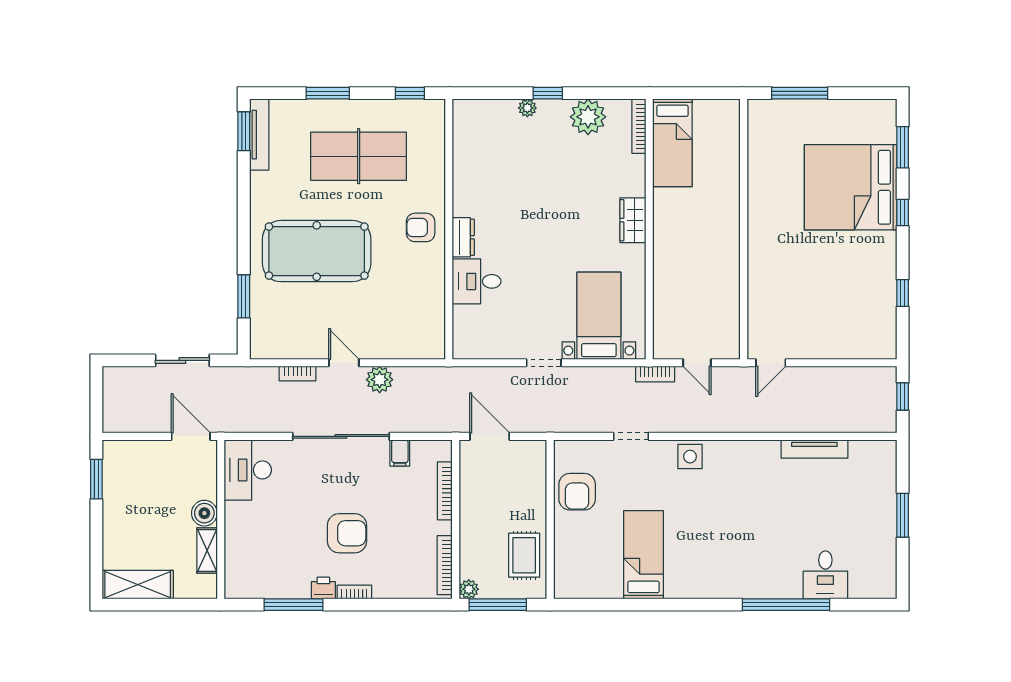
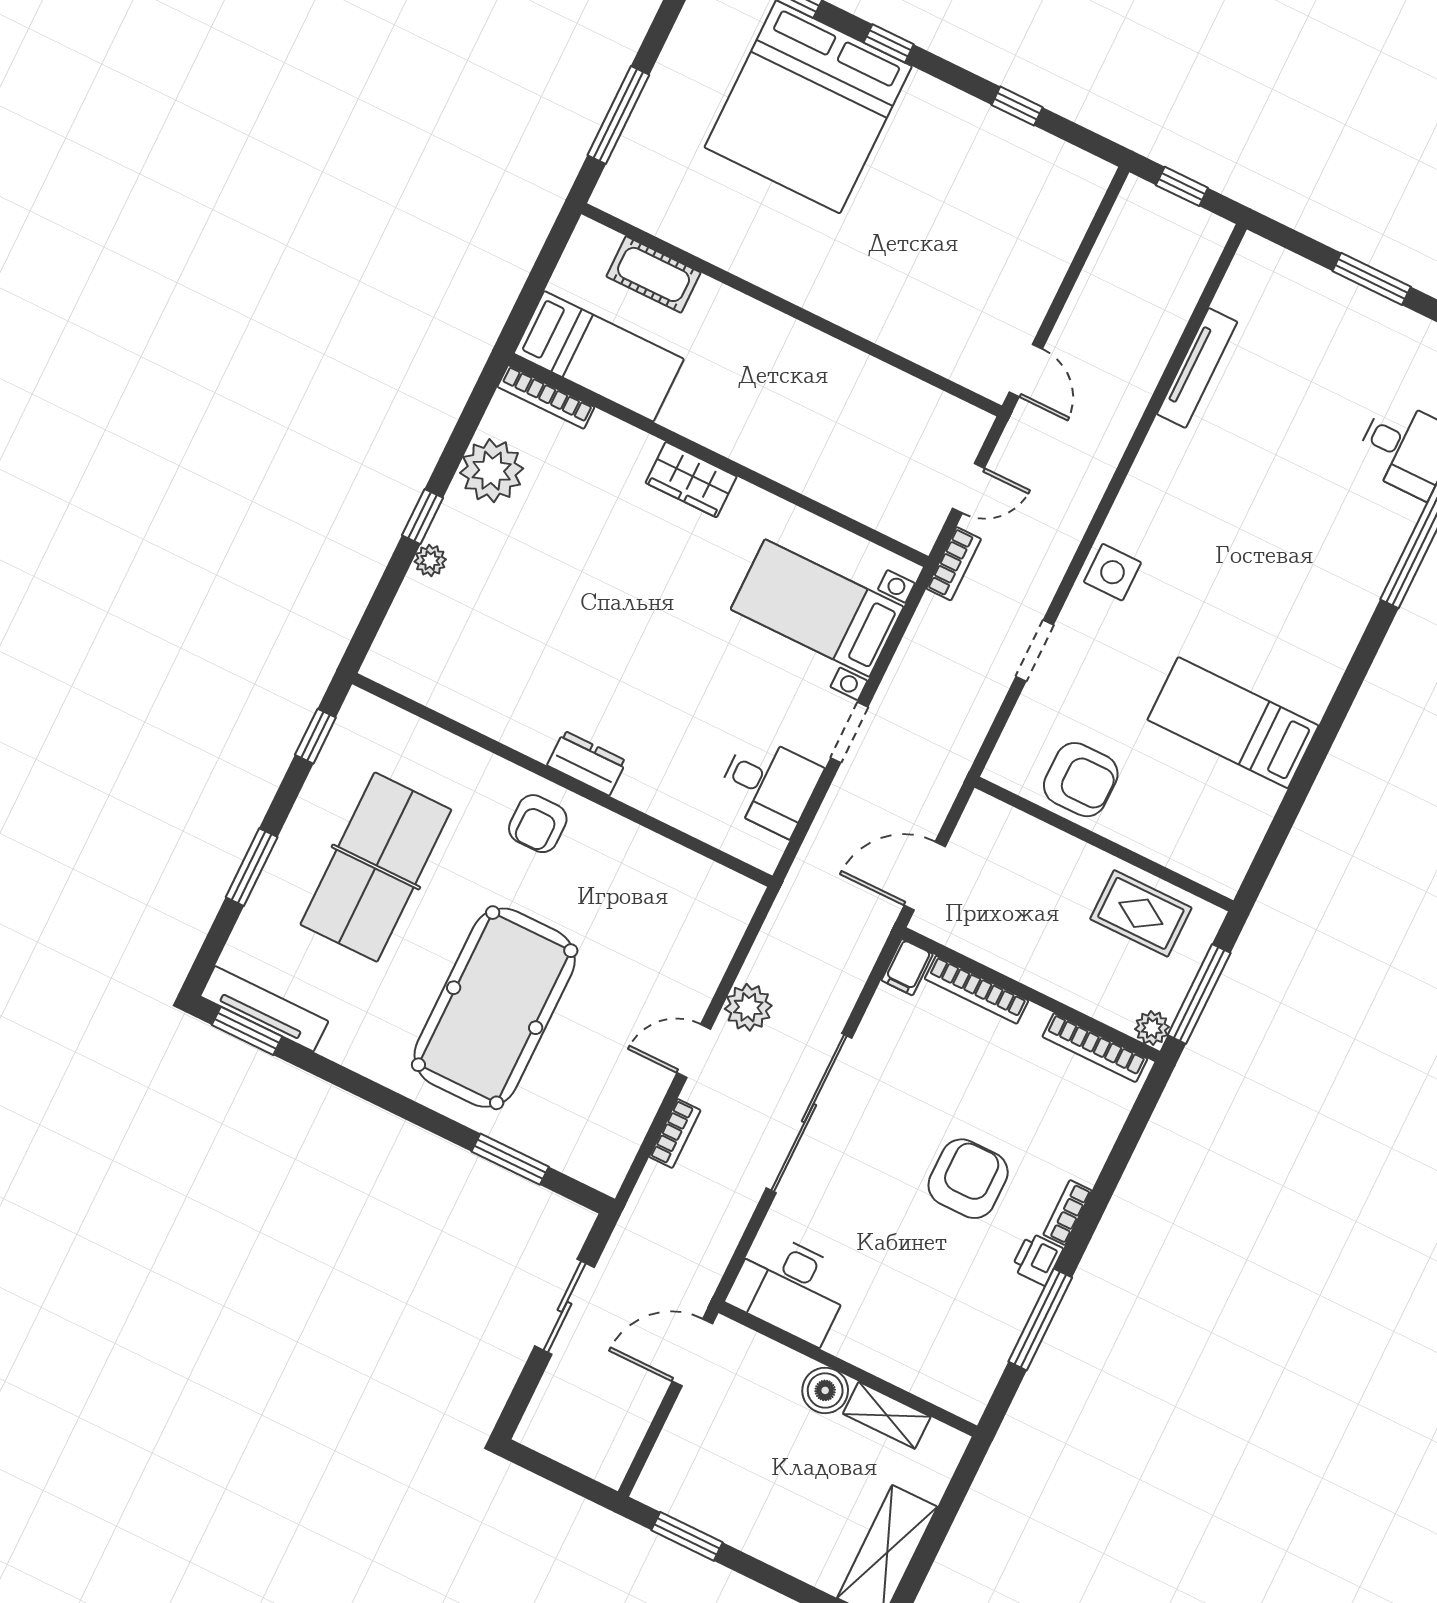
cot: (727, 150) -> (653, 274), added
desk: (477, 281) -> (769, 785), moved, turned -90
filing cabinet: (400, 453) -> (907, 967), moved, turned 90

